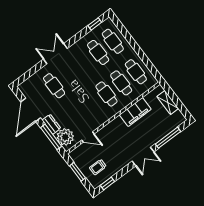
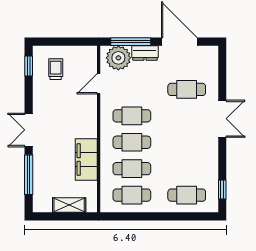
cafe table: (98, 52) -> (132, 116), moved
window: (77, 172) -> (68, 42), removed

